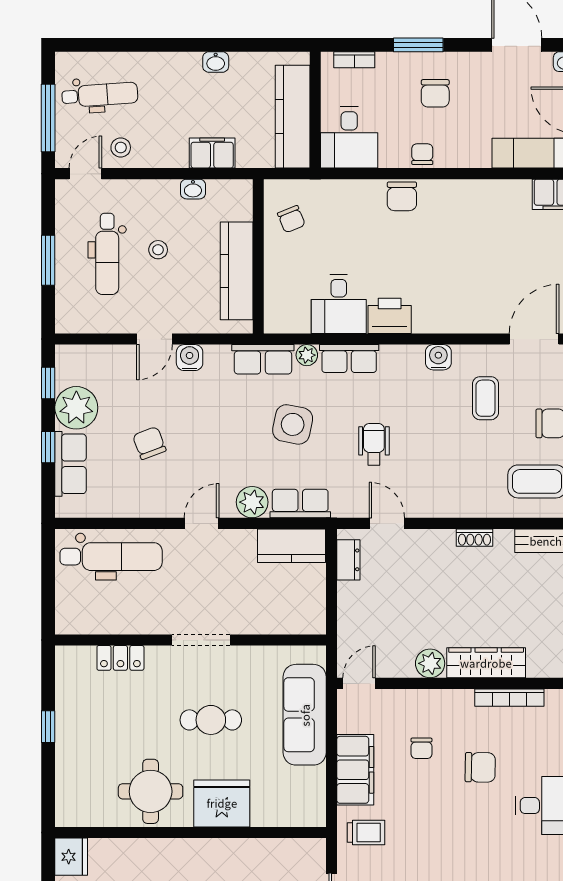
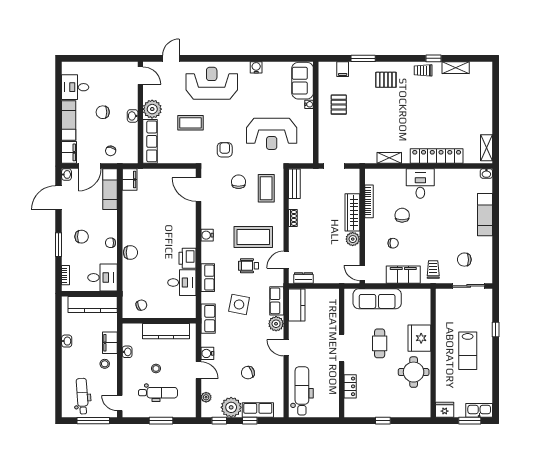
stool: (121, 148) -> (105, 364), moved
plant: (307, 355) -> (206, 397), moved
coffee table: (485, 398) -> (253, 237), moved, width x1.86, depth x1.72

